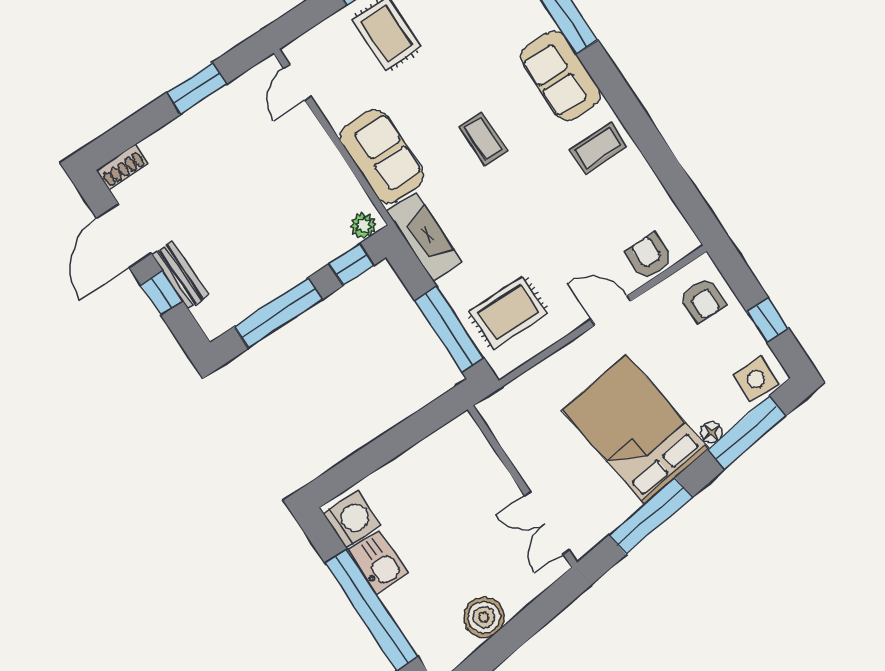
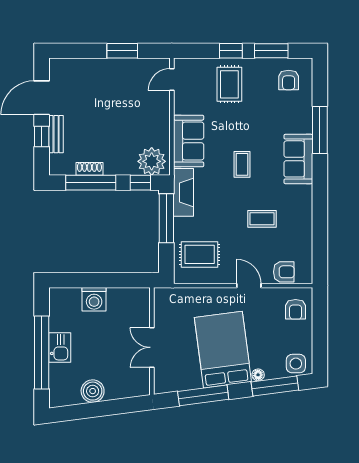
coffee table: (598, 148) -> (262, 219), moved
shoe rack: (122, 167) -> (89, 169), moved, turned 180
plant: (363, 226) -> (152, 161), width x1.87, depth x1.87
armchair: (649, 256) -> (284, 272), turned 90
window: (768, 320) -> (320, 339), removed
window: (449, 330) -> (166, 218), moved
washing machine: (352, 519) -> (94, 299), moved, turned 90
double door: (547, 523) -> (152, 347), moved
kitchen sink: (378, 562) -> (60, 347), moved

